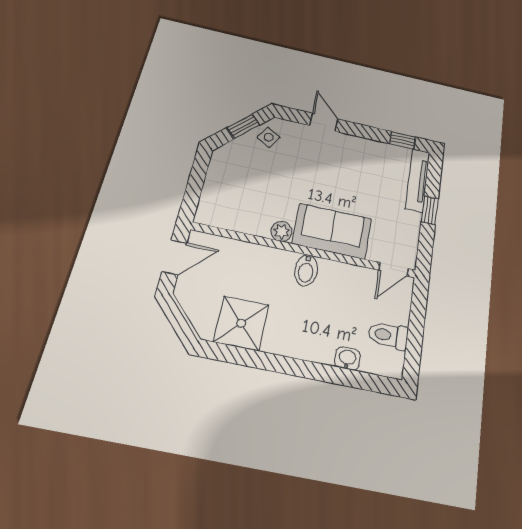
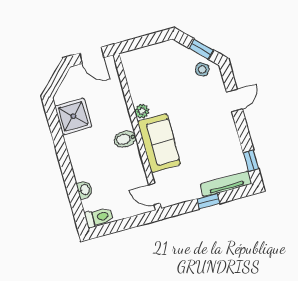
toilet: (388, 335) -> (99, 217), moved, turned 90

